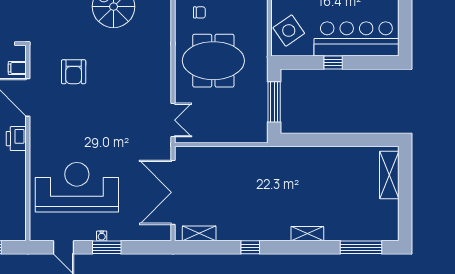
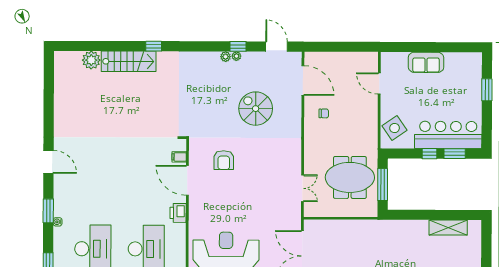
meeting table: (213, 61) -> (350, 177), moved
window: (365, 63) -> (455, 154), added
double door: (173, 120) -> (303, 188), moved
shelving: (389, 175) -> (448, 228), moved, turned 90

